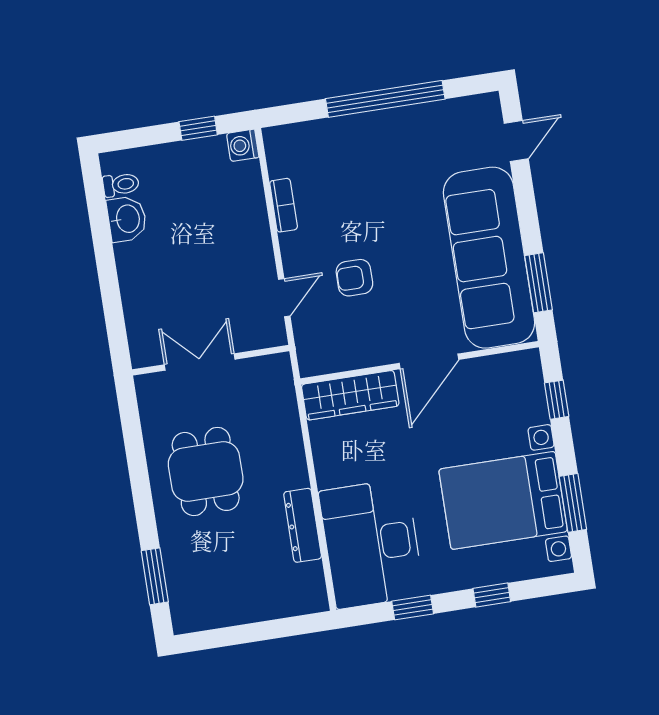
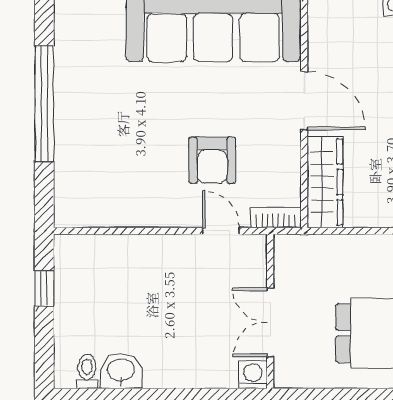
washing machine: (243, 145) -> (253, 375), moved, turned 180
bookcase: (284, 205) -> (276, 218), moved
armchair: (354, 278) -> (212, 160), width x1.38, depth x1.38

